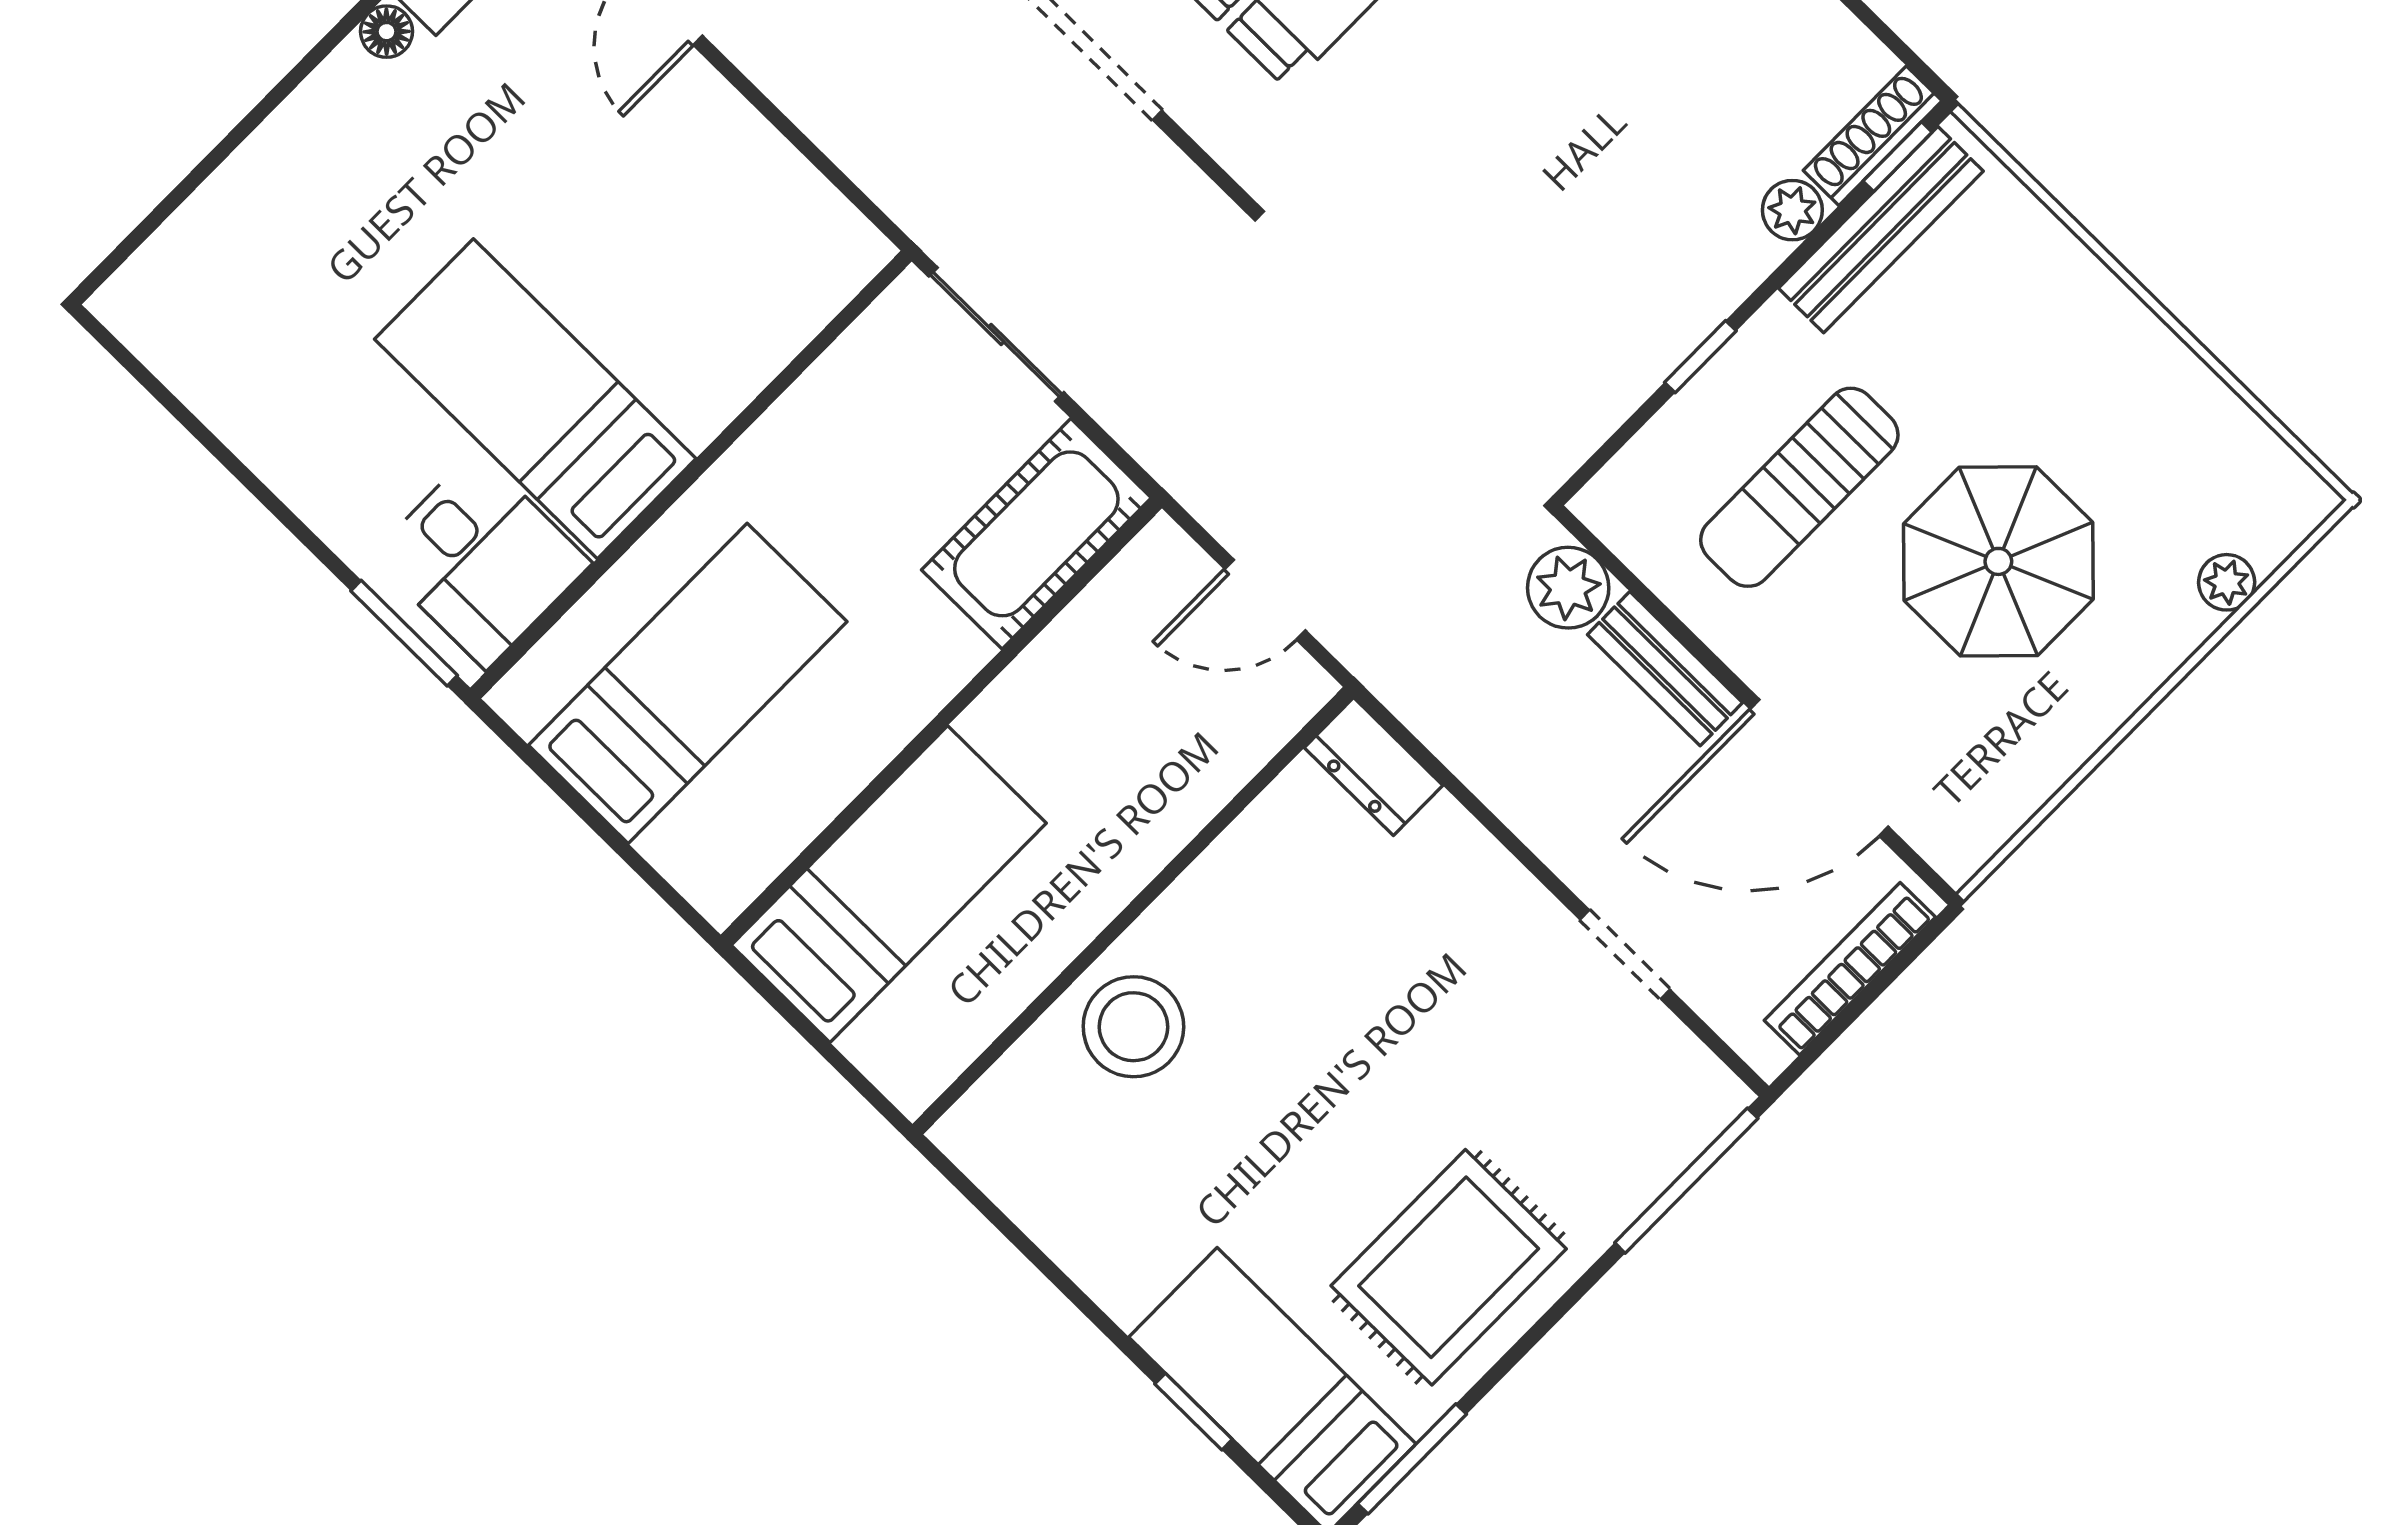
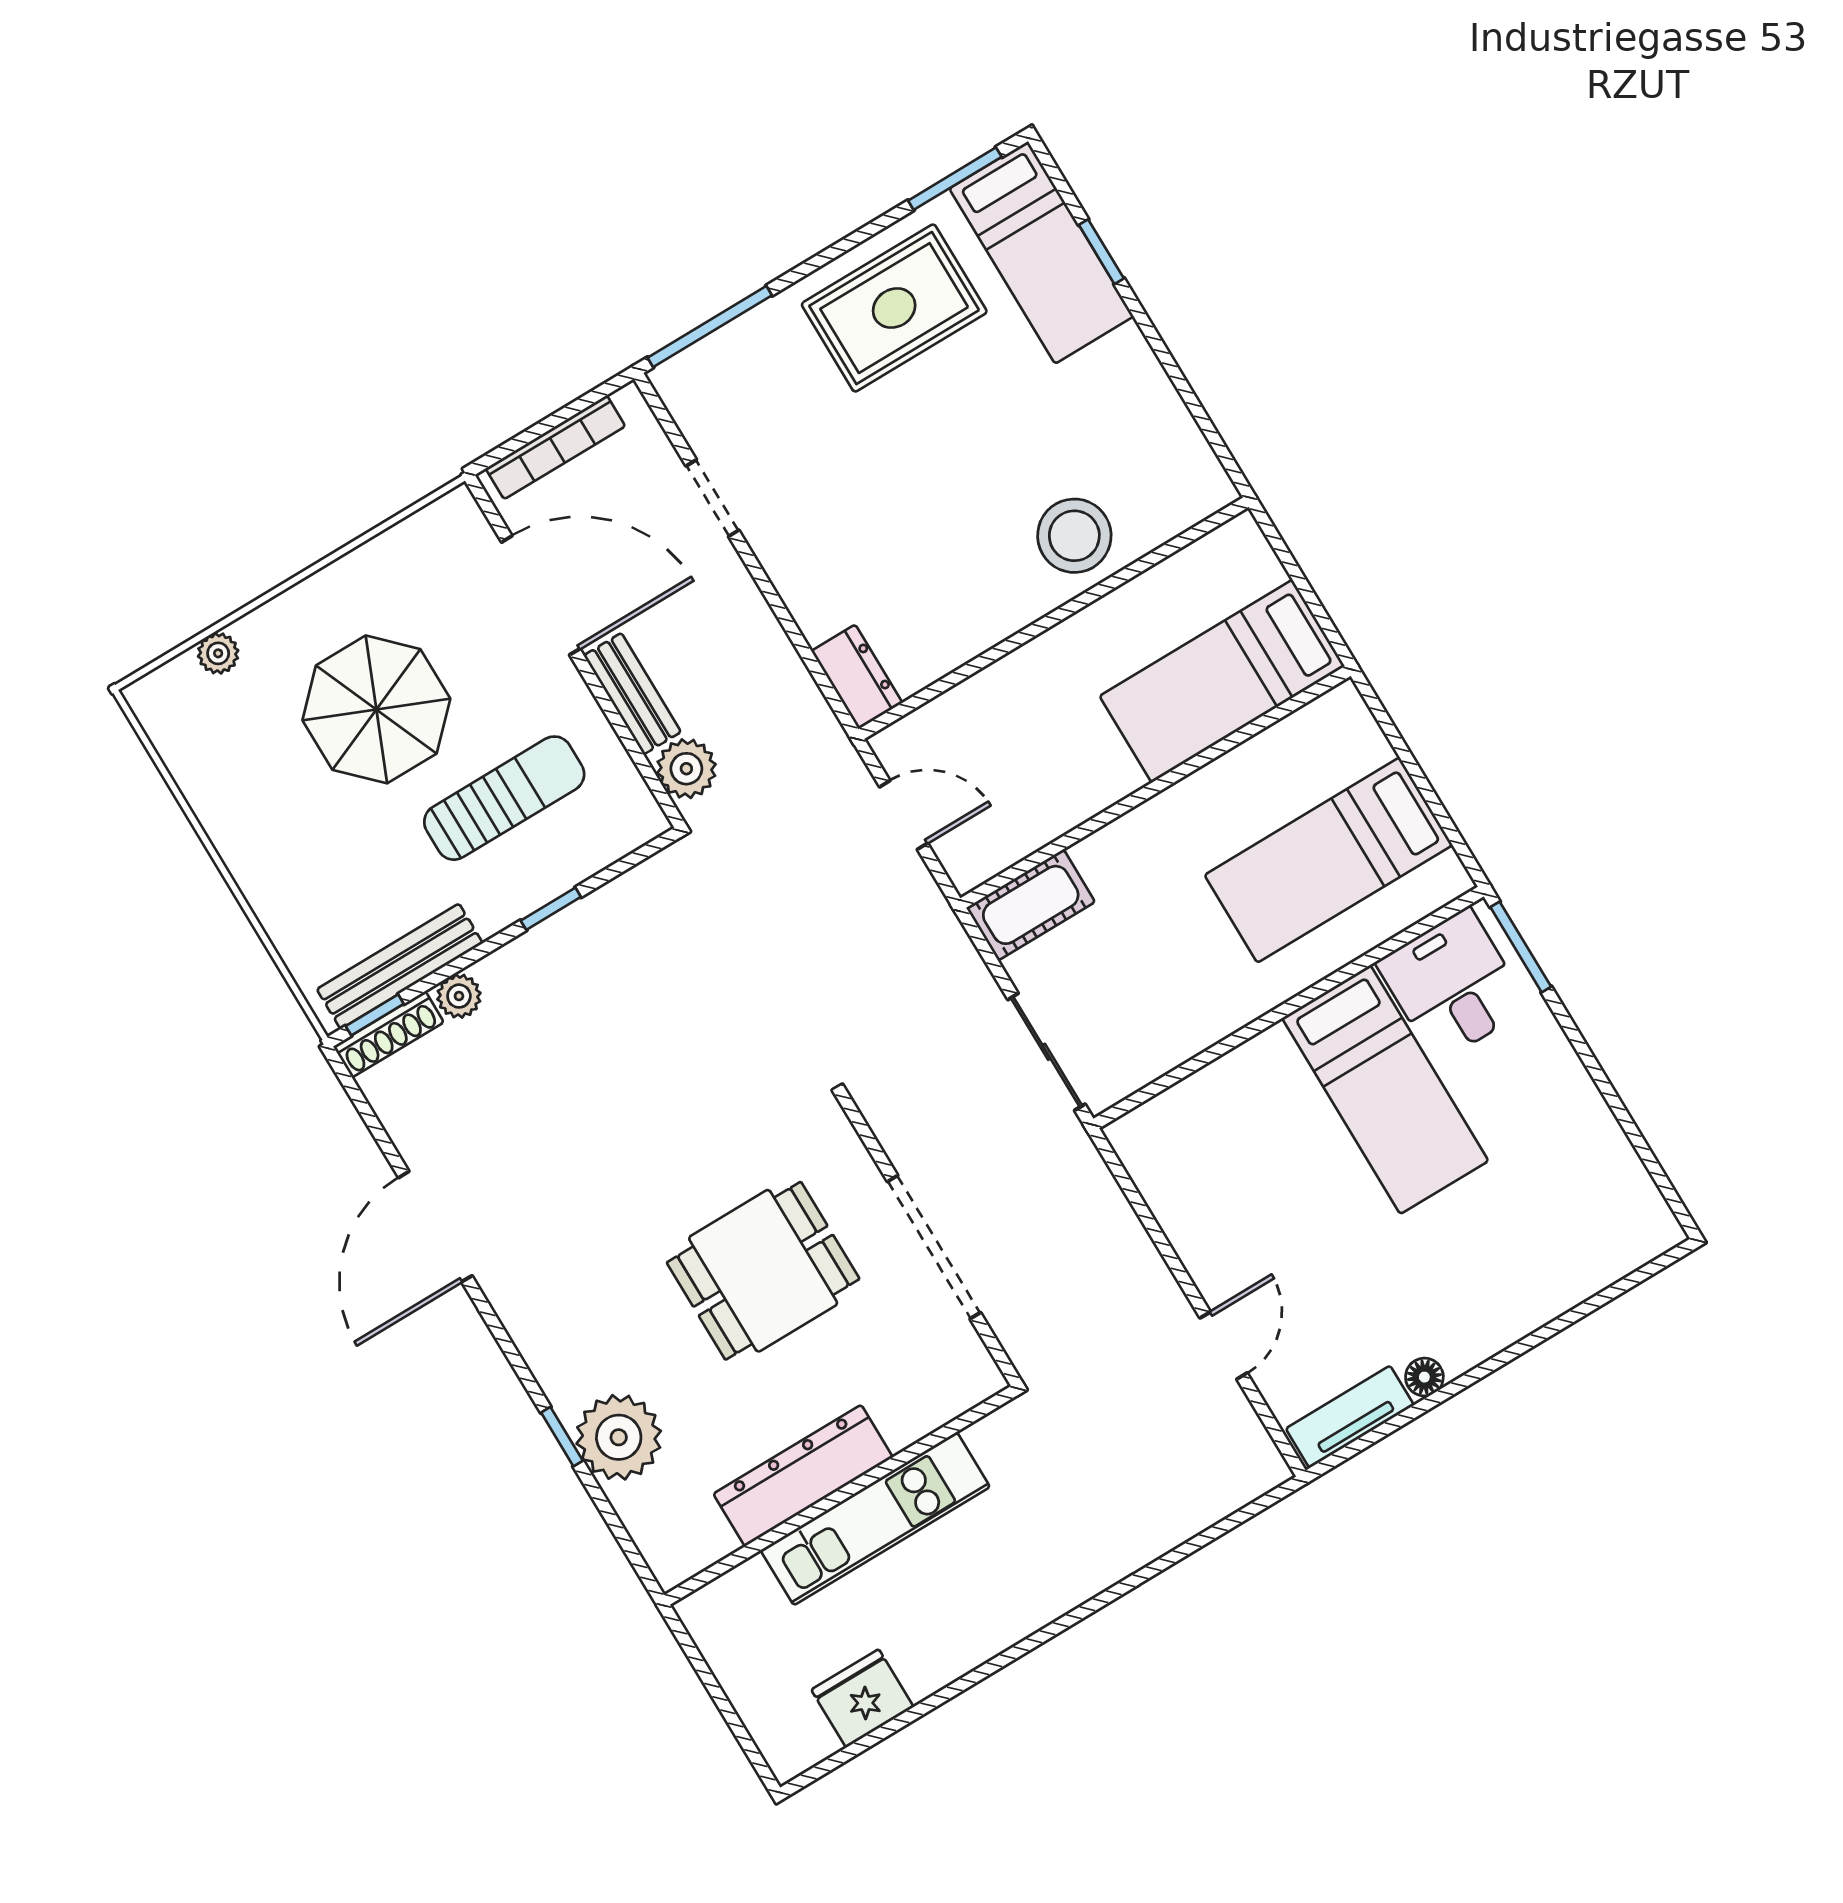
cot: (1036, 534) -> (1031, 905), width x0.73, depth x0.75

